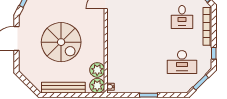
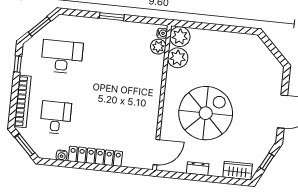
spiral stairs: (61, 42) -> (206, 113), moved, turned 90
plant: (112, 77) -> (158, 47), added
bench: (63, 88) -> (226, 39), removed

